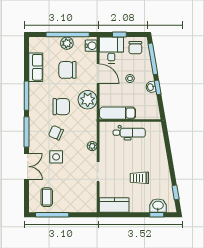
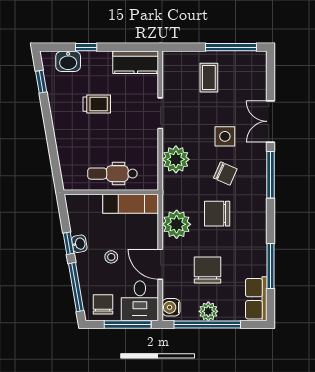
window: (119, 35) -> (128, 324), width x2.17
row of seats: (36, 67) -> (256, 299), moved
chair: (67, 70) -> (207, 270), turned -90
window: (26, 96) -> (271, 266), moved
plant: (92, 146) -> (176, 159), width x1.87, depth x1.87
coffee table: (47, 197) -> (209, 78), moved
window: (157, 215) -> (86, 47), moved

